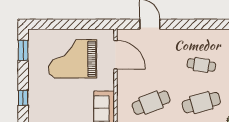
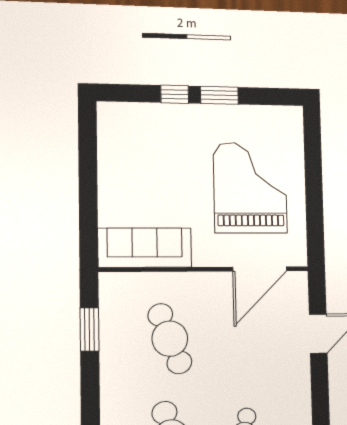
window: (23, 50) -> (219, 95), moved

